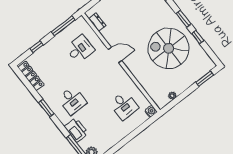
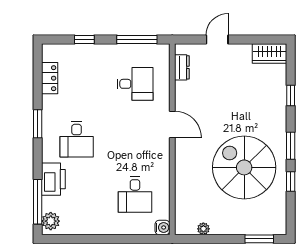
locker: (31, 76) -> (50, 78), width x0.66

